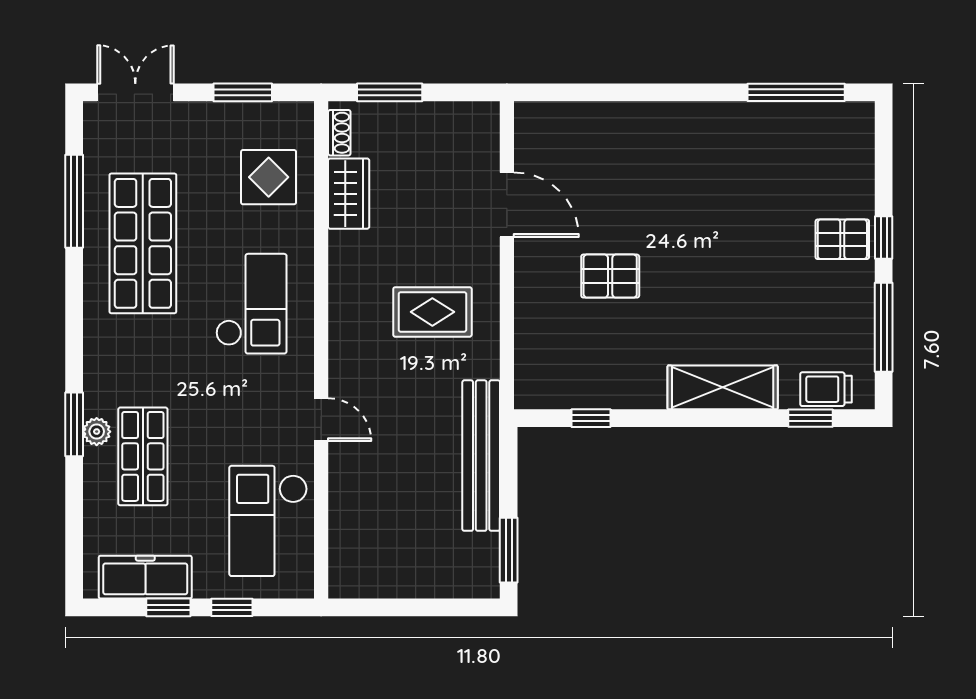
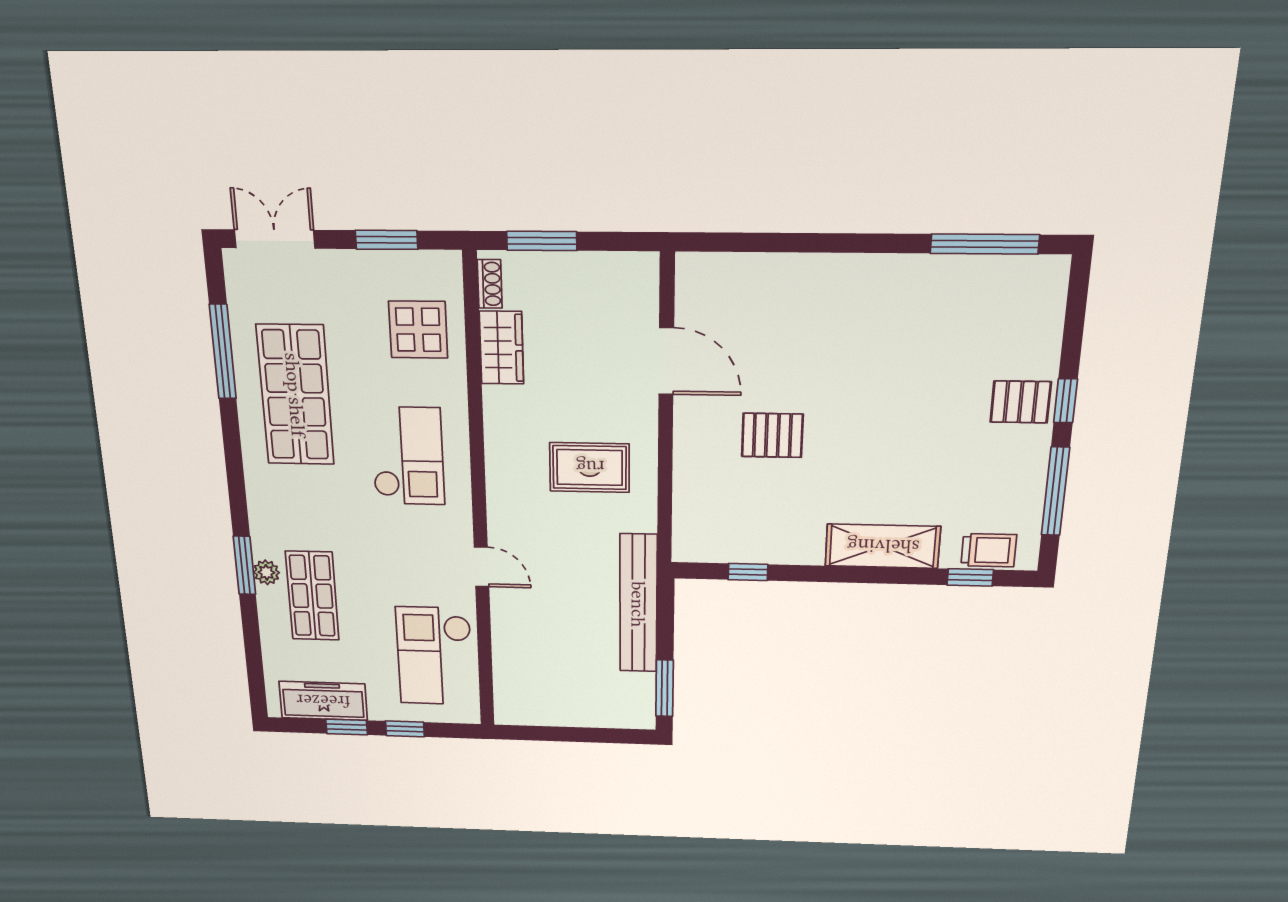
trolley: (826, 389) -> (989, 550), turned 180

